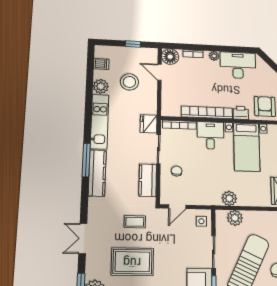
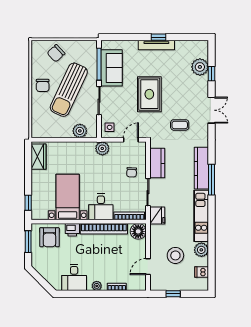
floor lamp: (170, 57) -> (138, 231), moved
desk: (238, 65) -> (74, 277), width x0.73
door: (160, 72) -> (148, 267), swing flipped
plant: (229, 198) -> (102, 148), moved
coffee table: (135, 222) -> (180, 125), moved
rug: (132, 262) -> (149, 94), moved, turned 90

